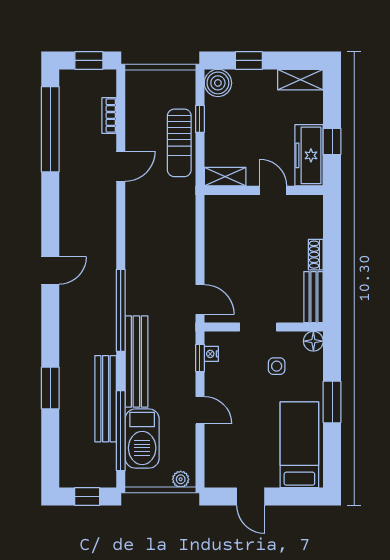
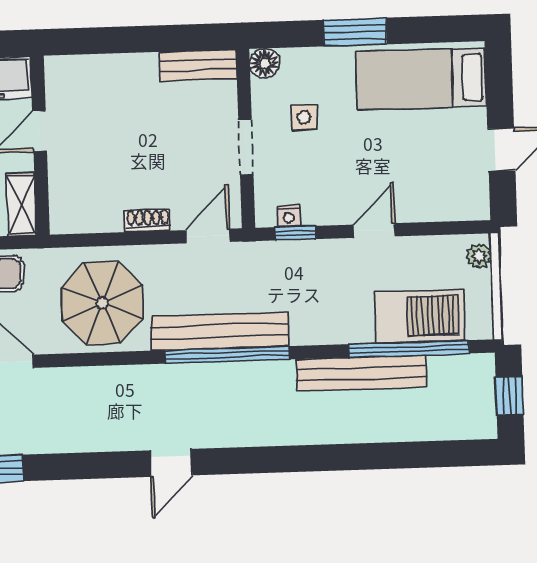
parasol: (158, 228) -> (102, 303), added
shoe rack: (316, 255) -> (148, 220), moved, turned 180
door: (50, 270) -> (171, 463), swing flipped
bench: (136, 361) -> (220, 331), moved
window: (50, 388) -> (348, 457), removed

